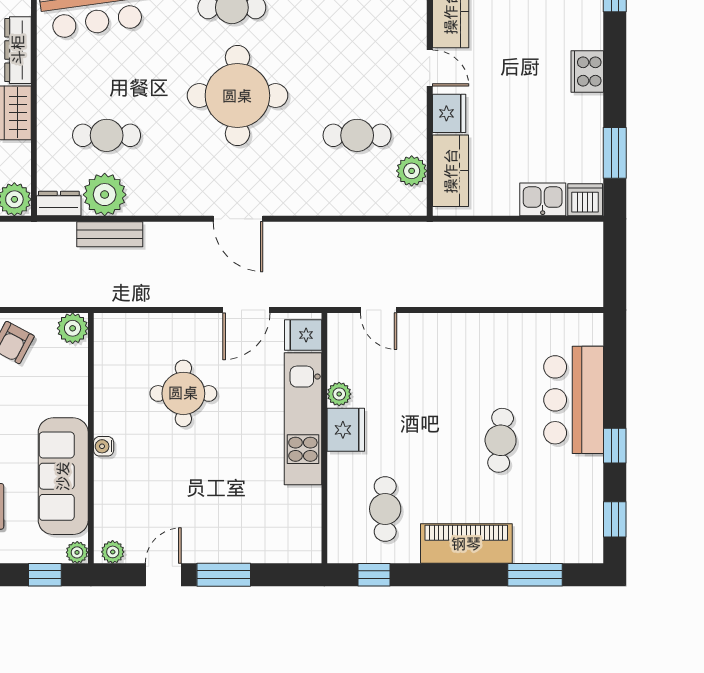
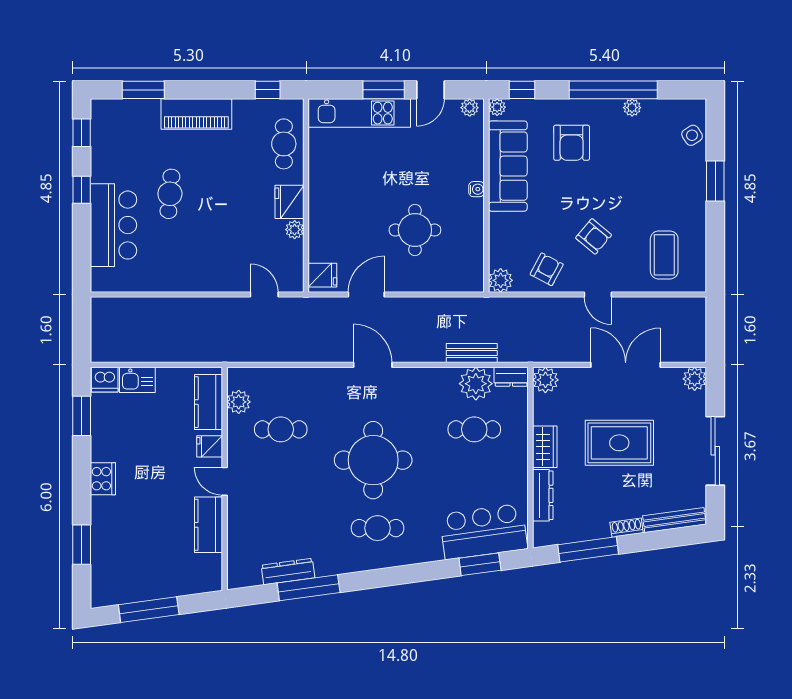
fridge: (449, 113) -> (210, 446), width x0.72
kitchen unit: (303, 419) -> (359, 113), moved, turned 90
cafe table: (385, 509) -> (284, 144), moved

